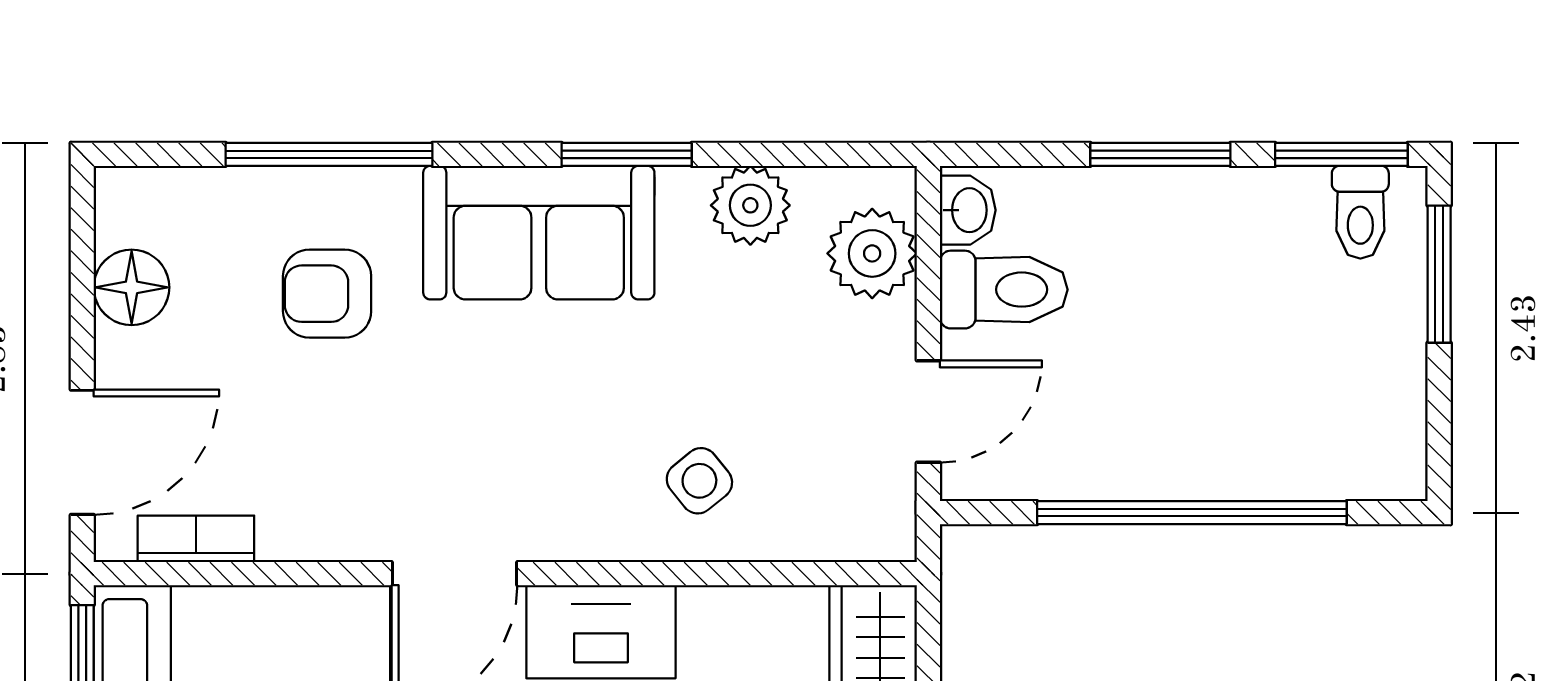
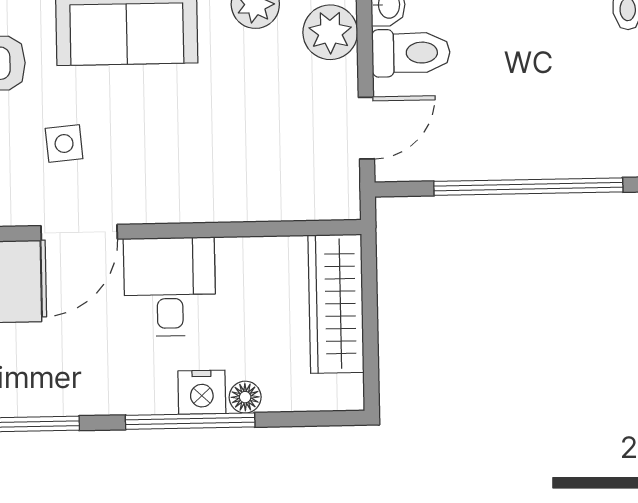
side table: (699, 481) -> (64, 143), moved, turned 34

